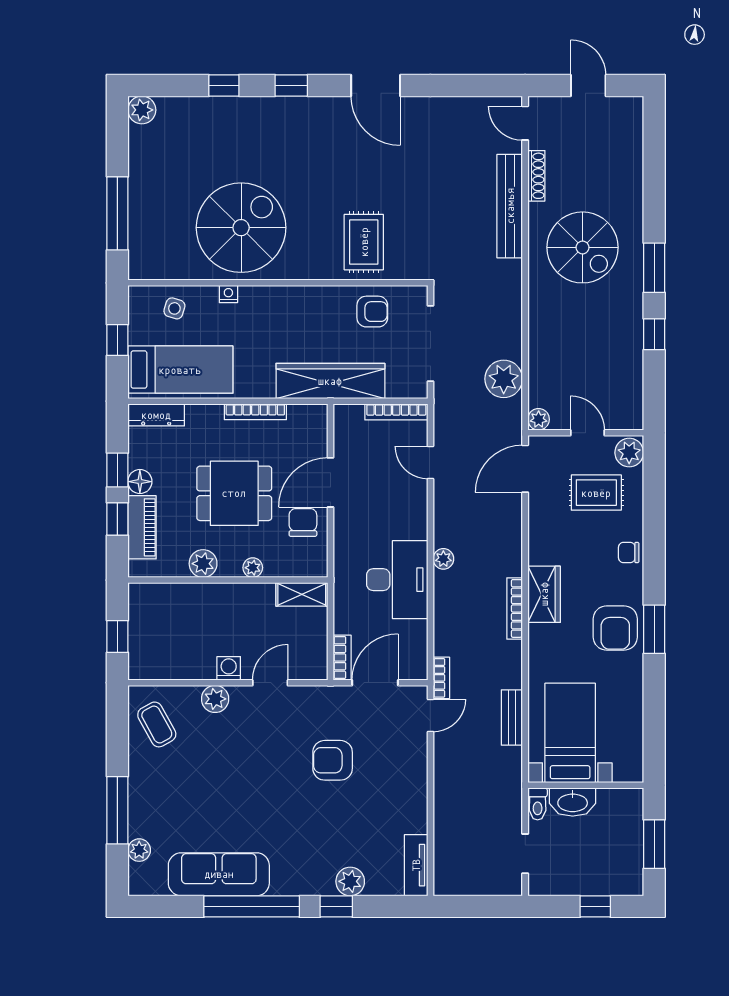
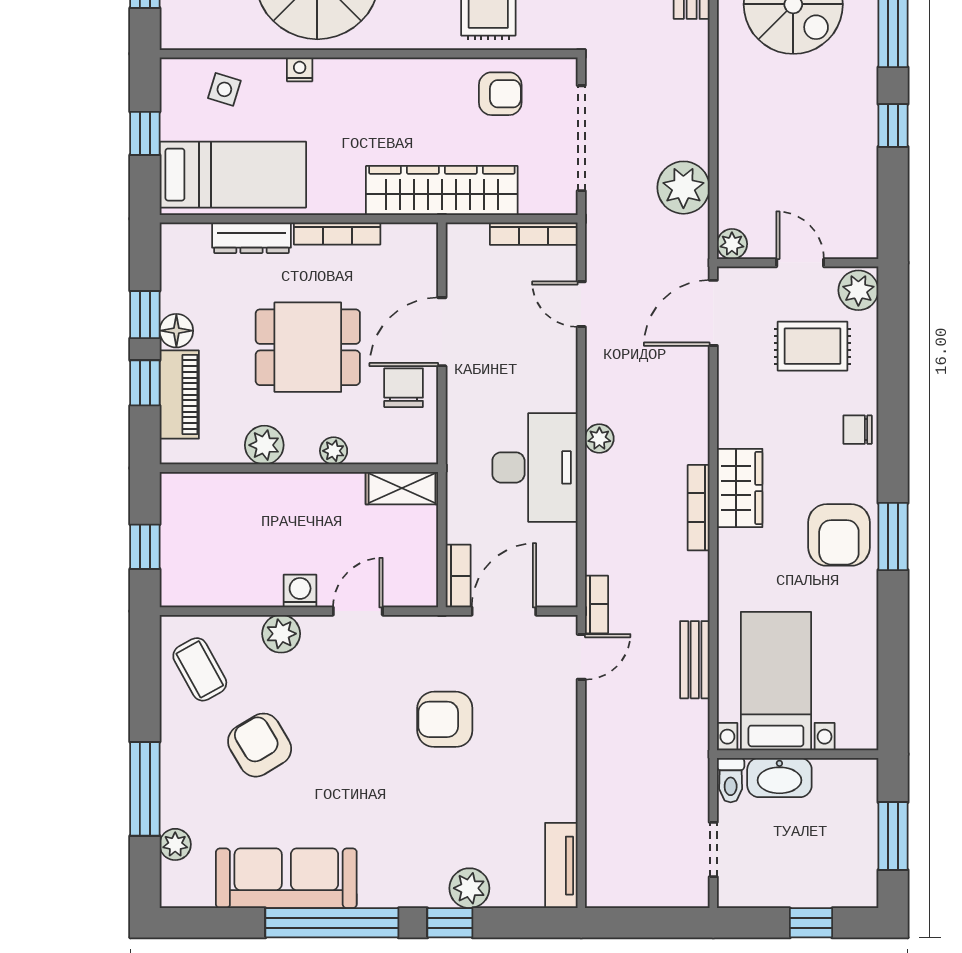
dresser: (156, 415) -> (251, 238), moved
armchair: (200, 779) -> (260, 745), added

